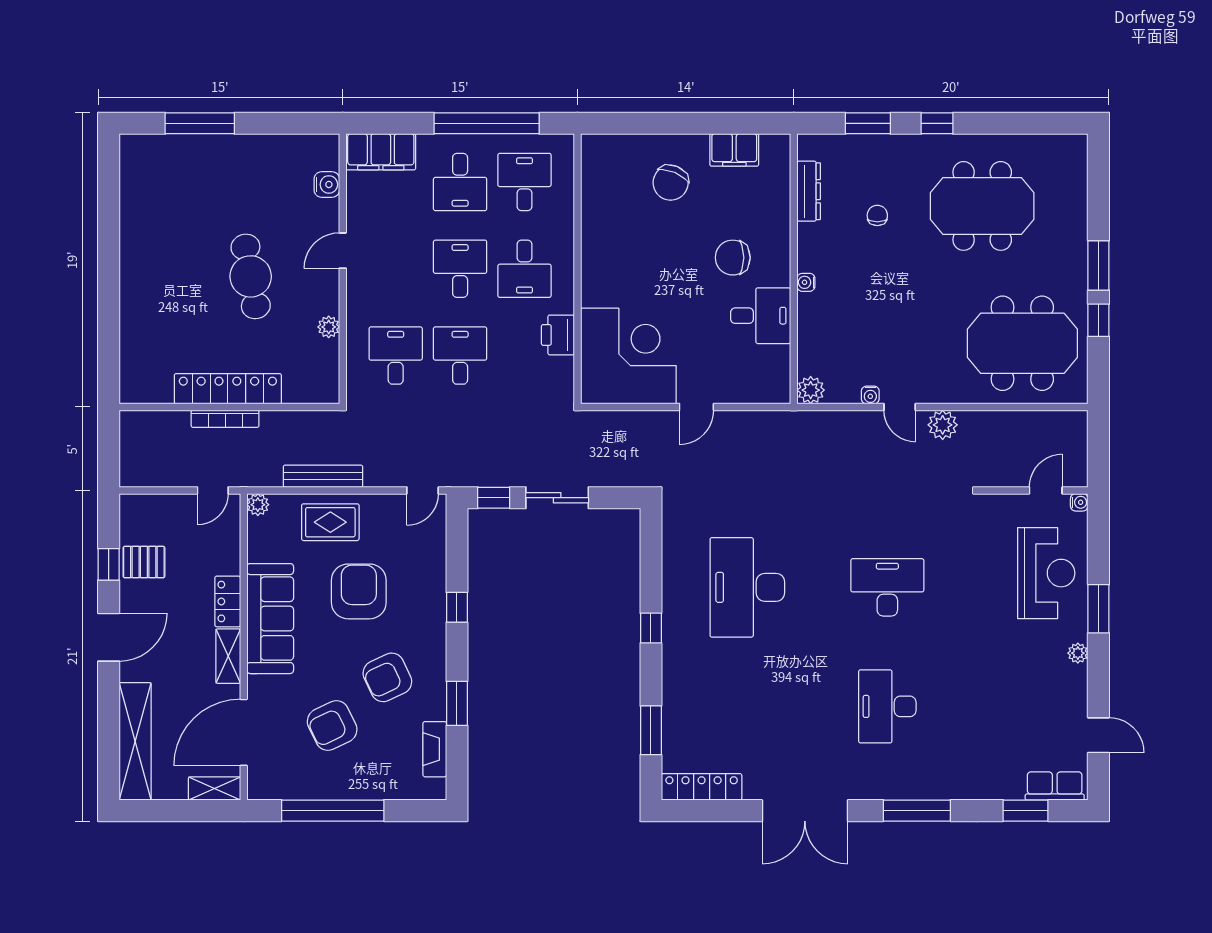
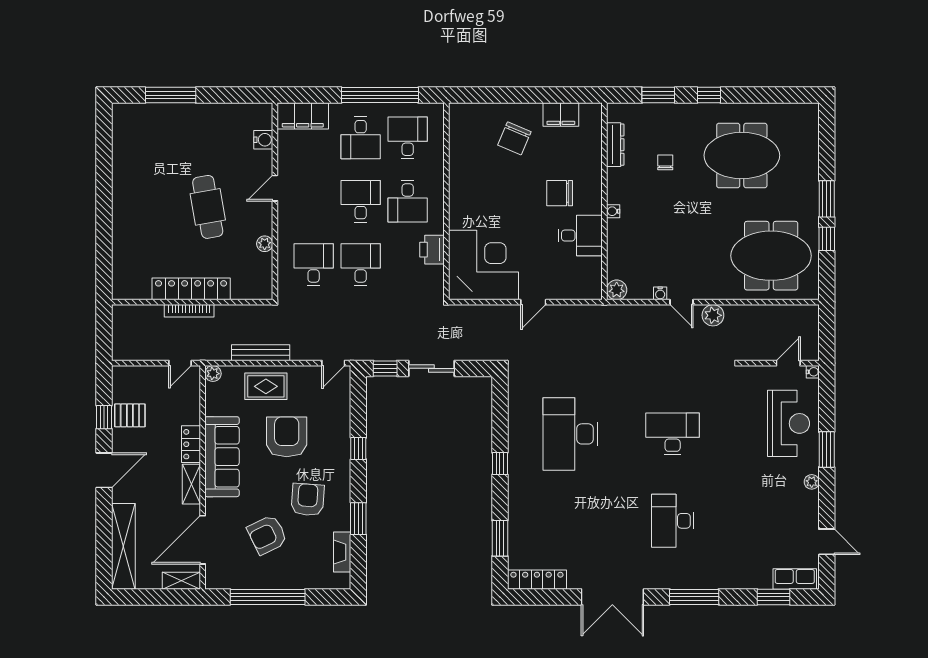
armchair: (387, 677) -> (308, 500), turned 119

